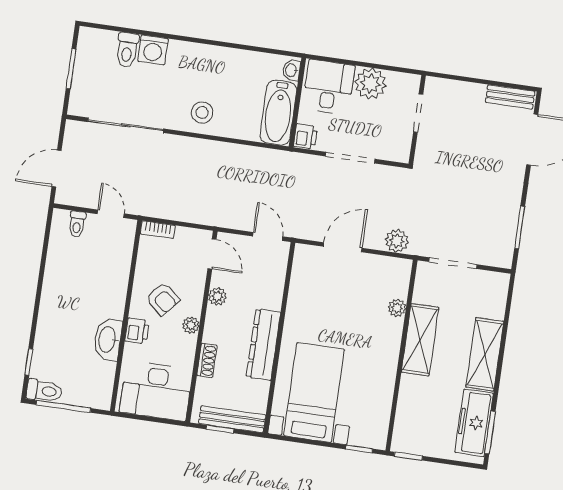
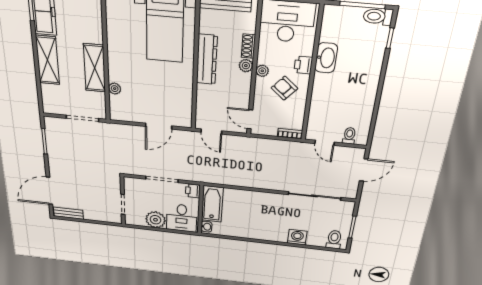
toilet: (127, 50) -> (334, 240), moved
stool: (202, 113) -> (263, 204), removed
plant: (397, 241) -> (123, 131), removed
plant: (217, 296) -> (246, 66), moved

